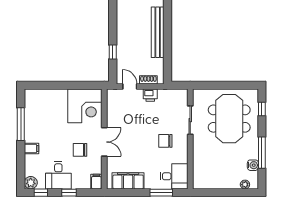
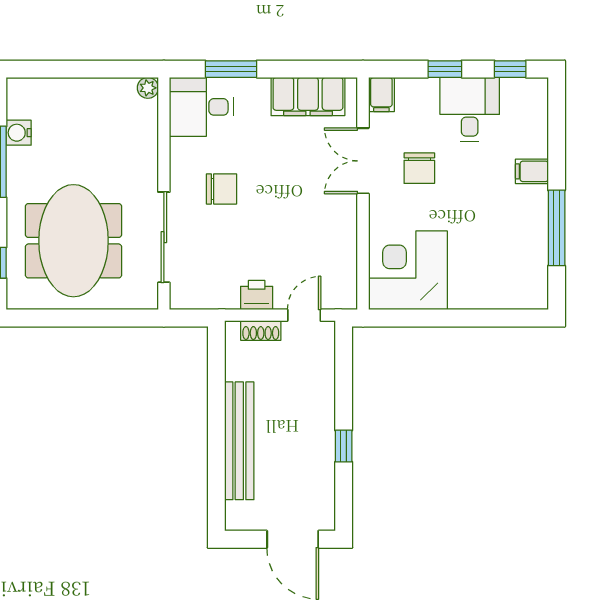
window: (113, 52) -> (344, 446), moved
door: (130, 86) -> (304, 315), swing flipped
sliding door: (190, 120) -> (164, 237), width x1.37
double door: (104, 142) -> (363, 161), moved
chair: (80, 150) -> (419, 168), turned 90
plant: (31, 183) -> (534, 92), removed
plant: (245, 185) -> (148, 88), moved

